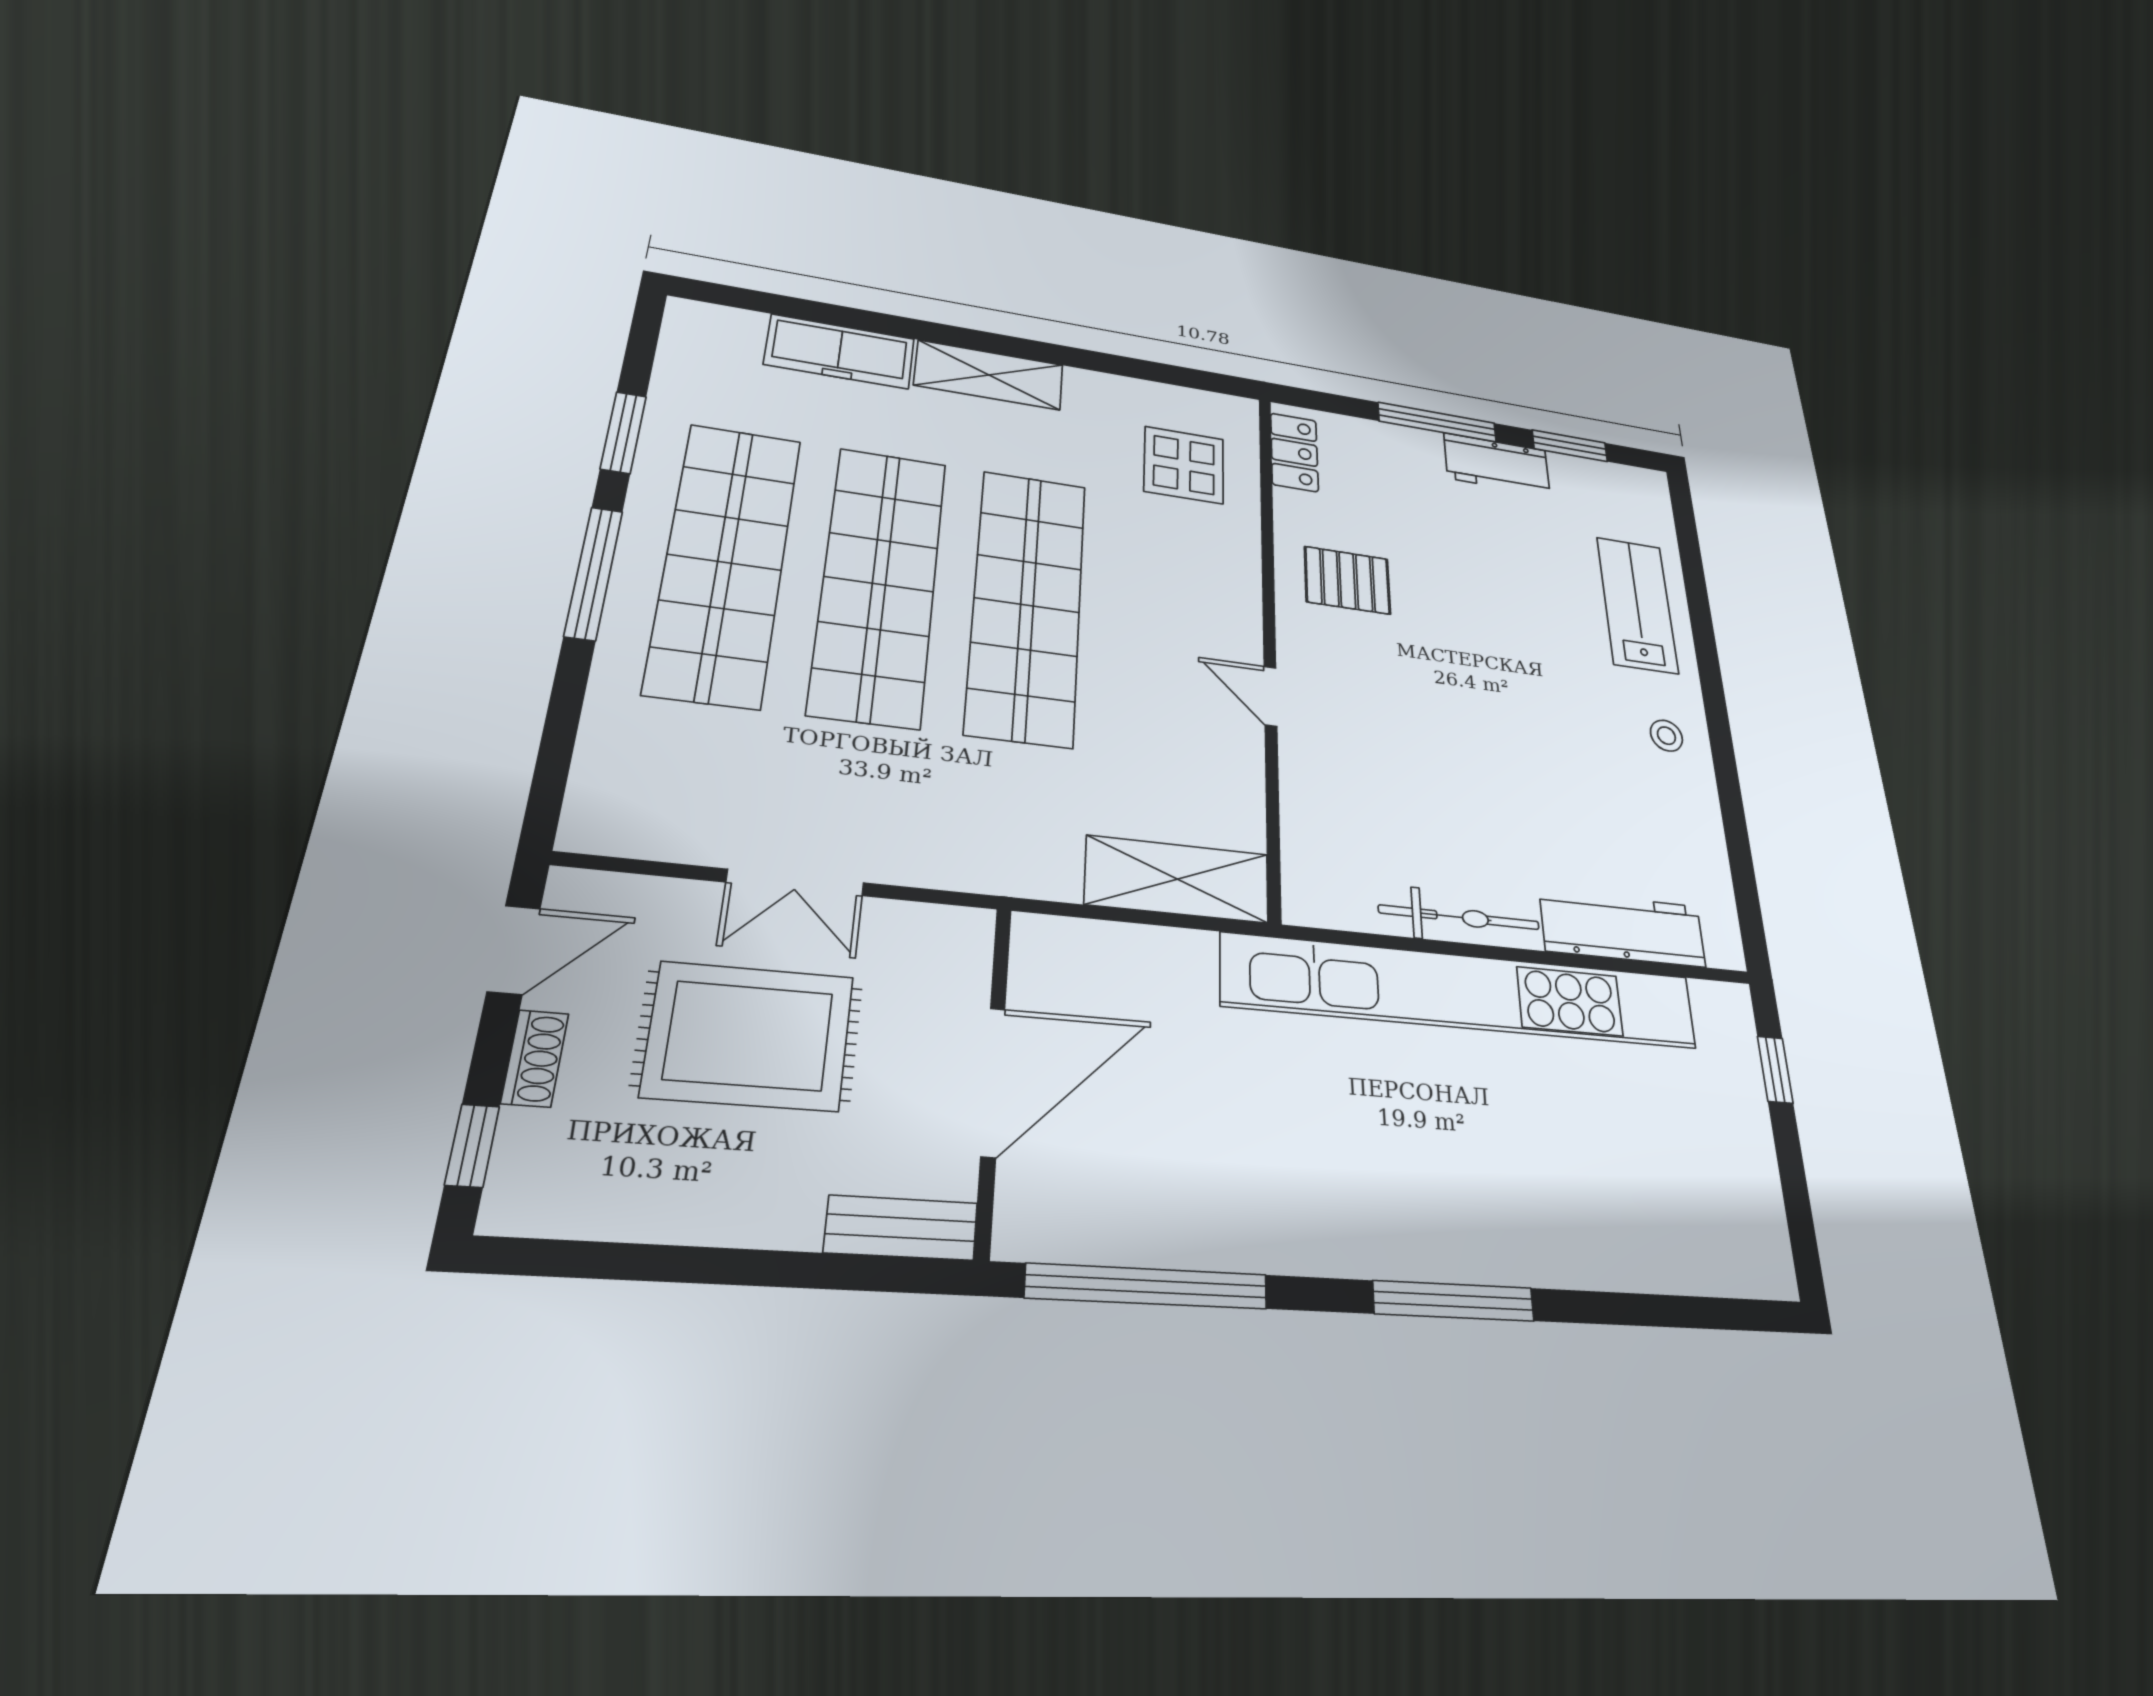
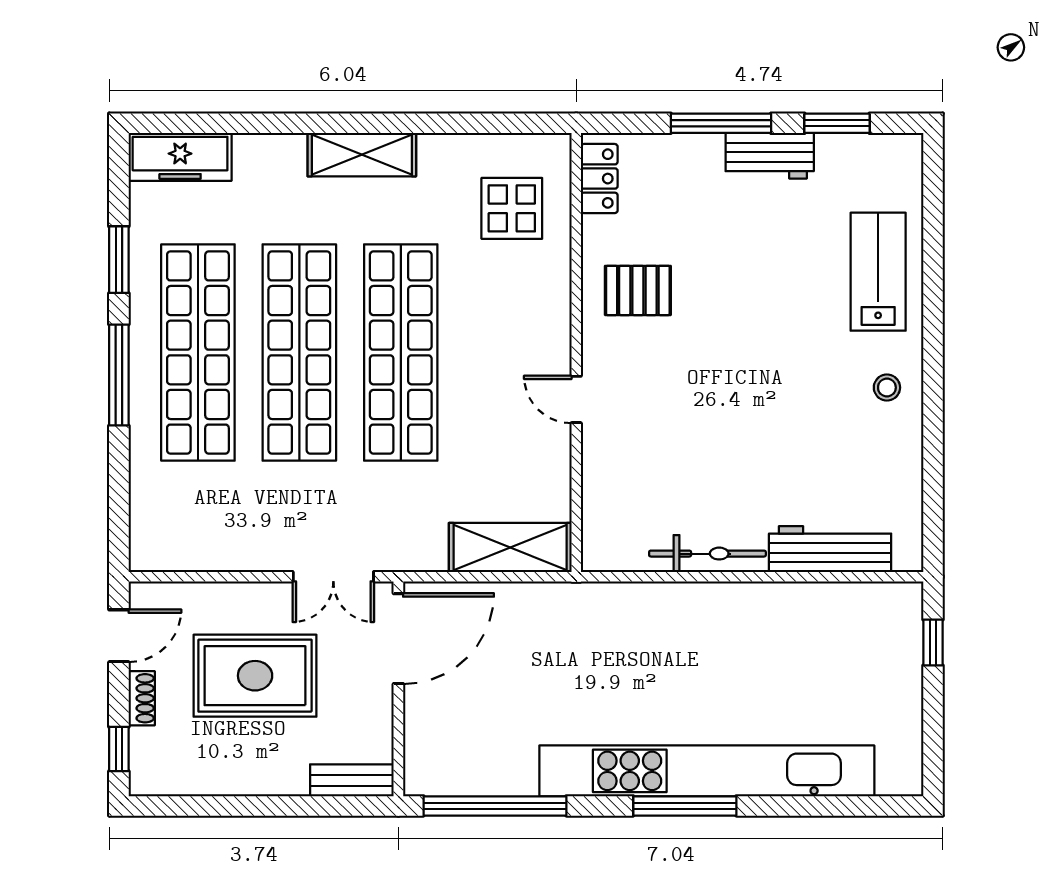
freezer: (840, 351) -> (180, 157), moved
double door: (795, 882) -> (333, 577), moved
kitchen unit: (1463, 991) -> (707, 771), moved, turned 180
door: (993, 1082) -> (398, 639), moved

